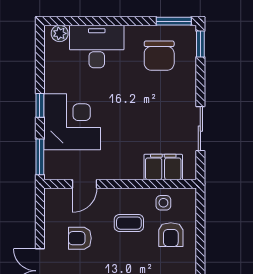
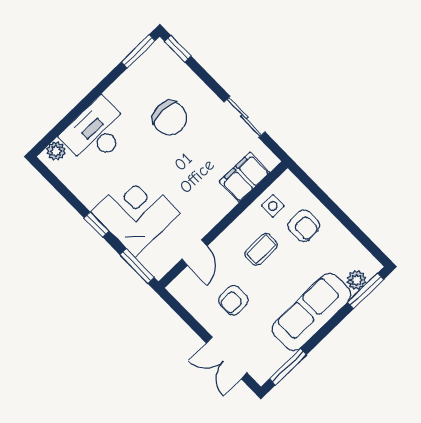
chair: (159, 56) -> (170, 118), moved

